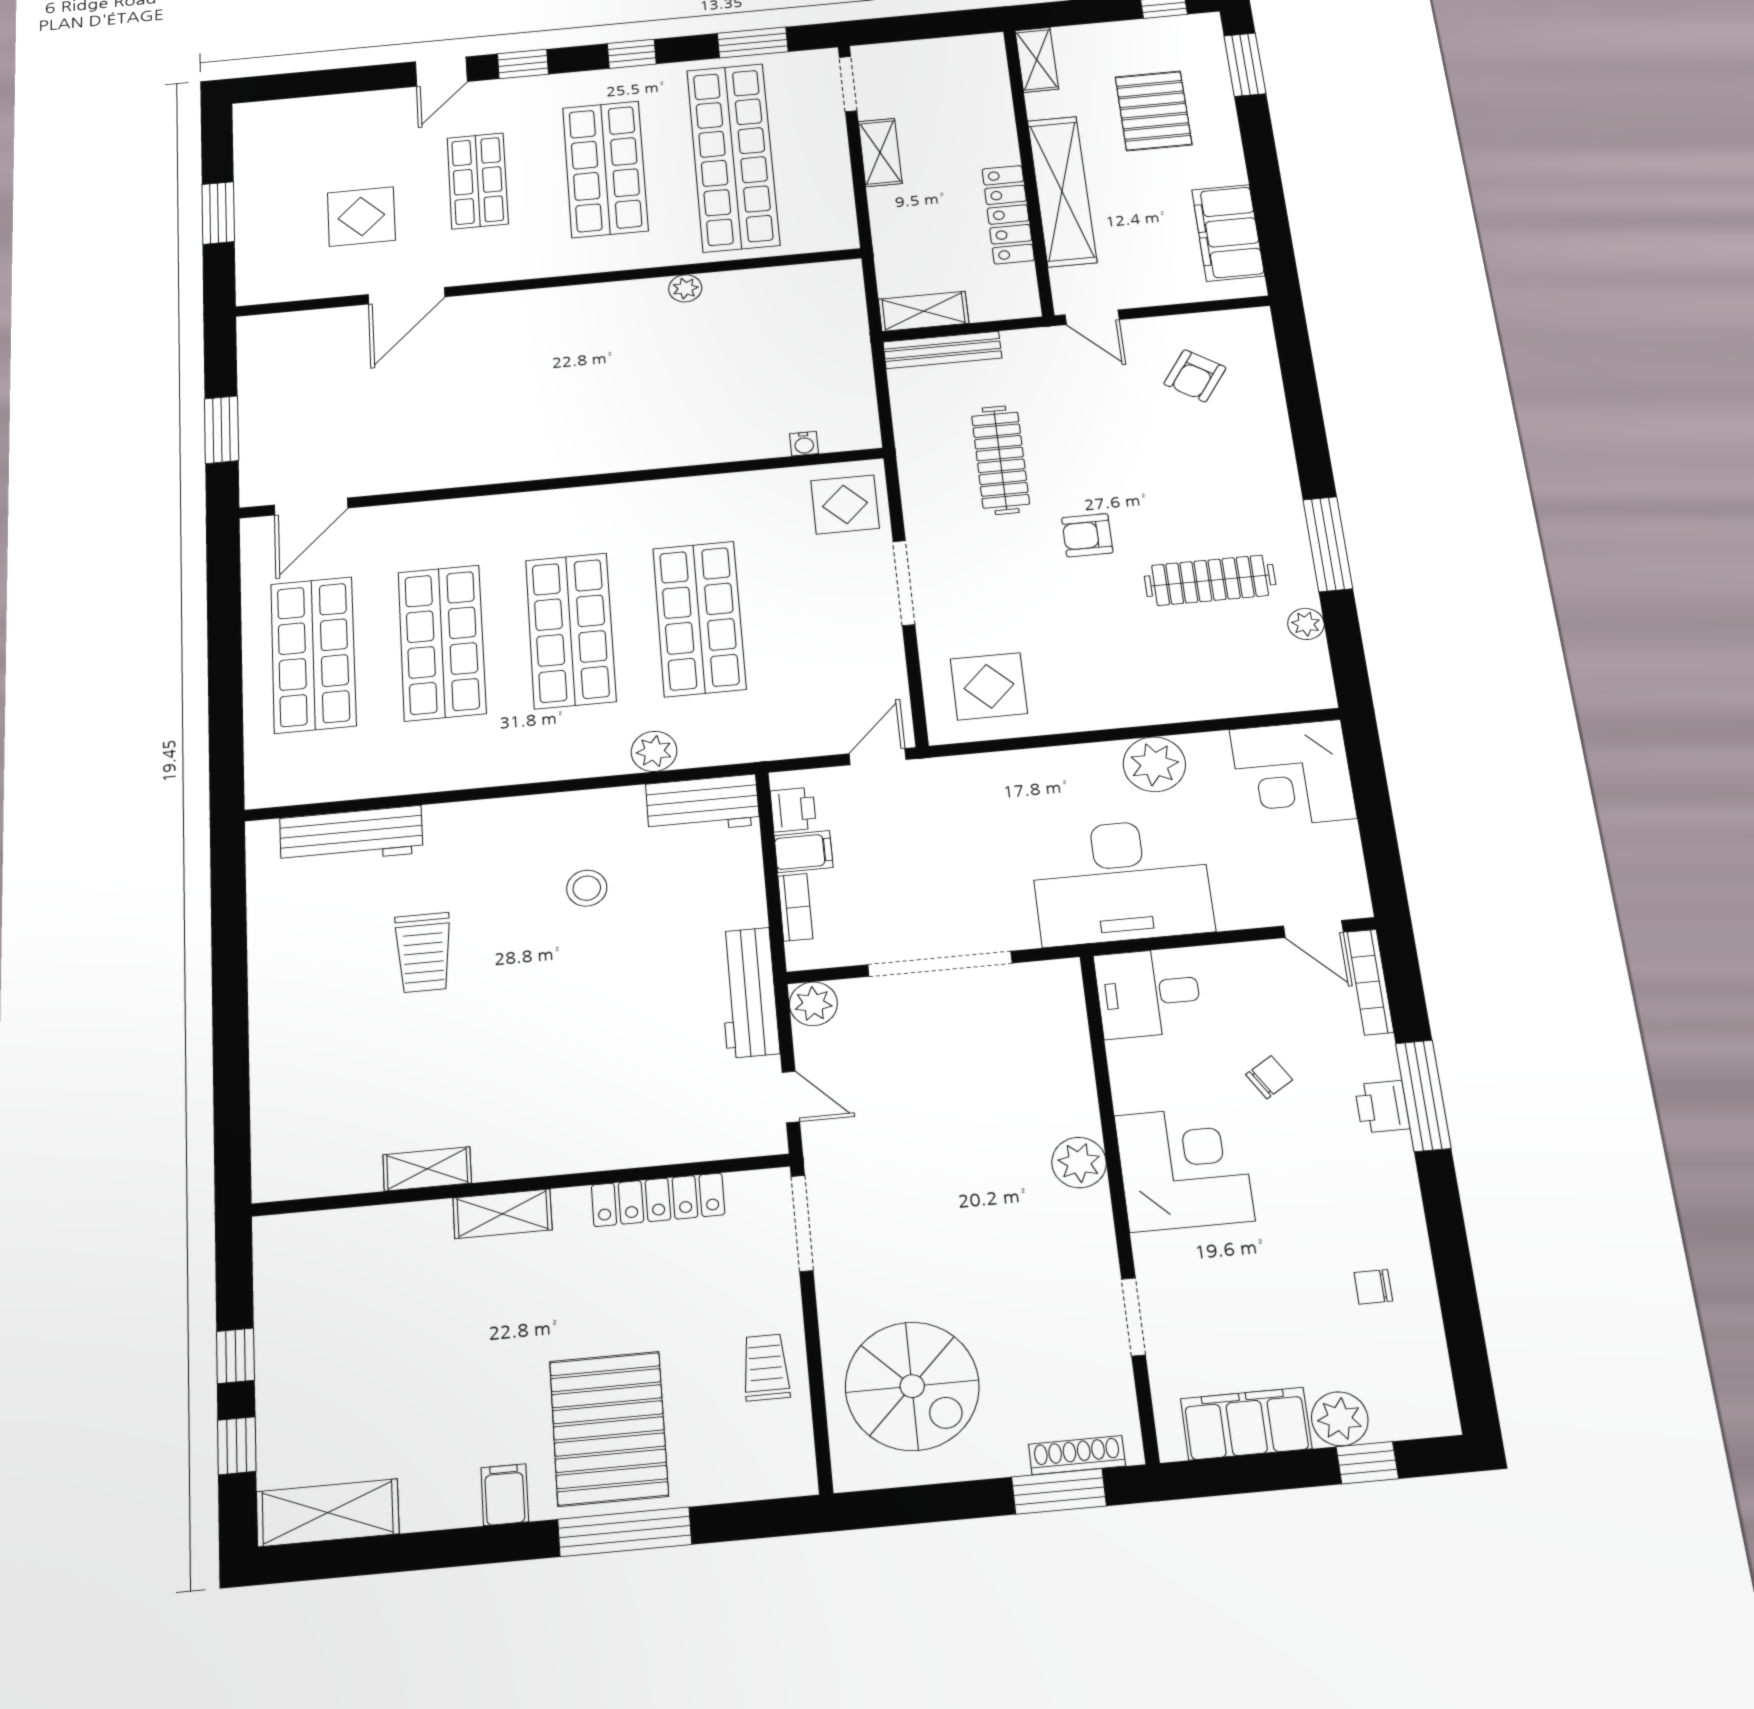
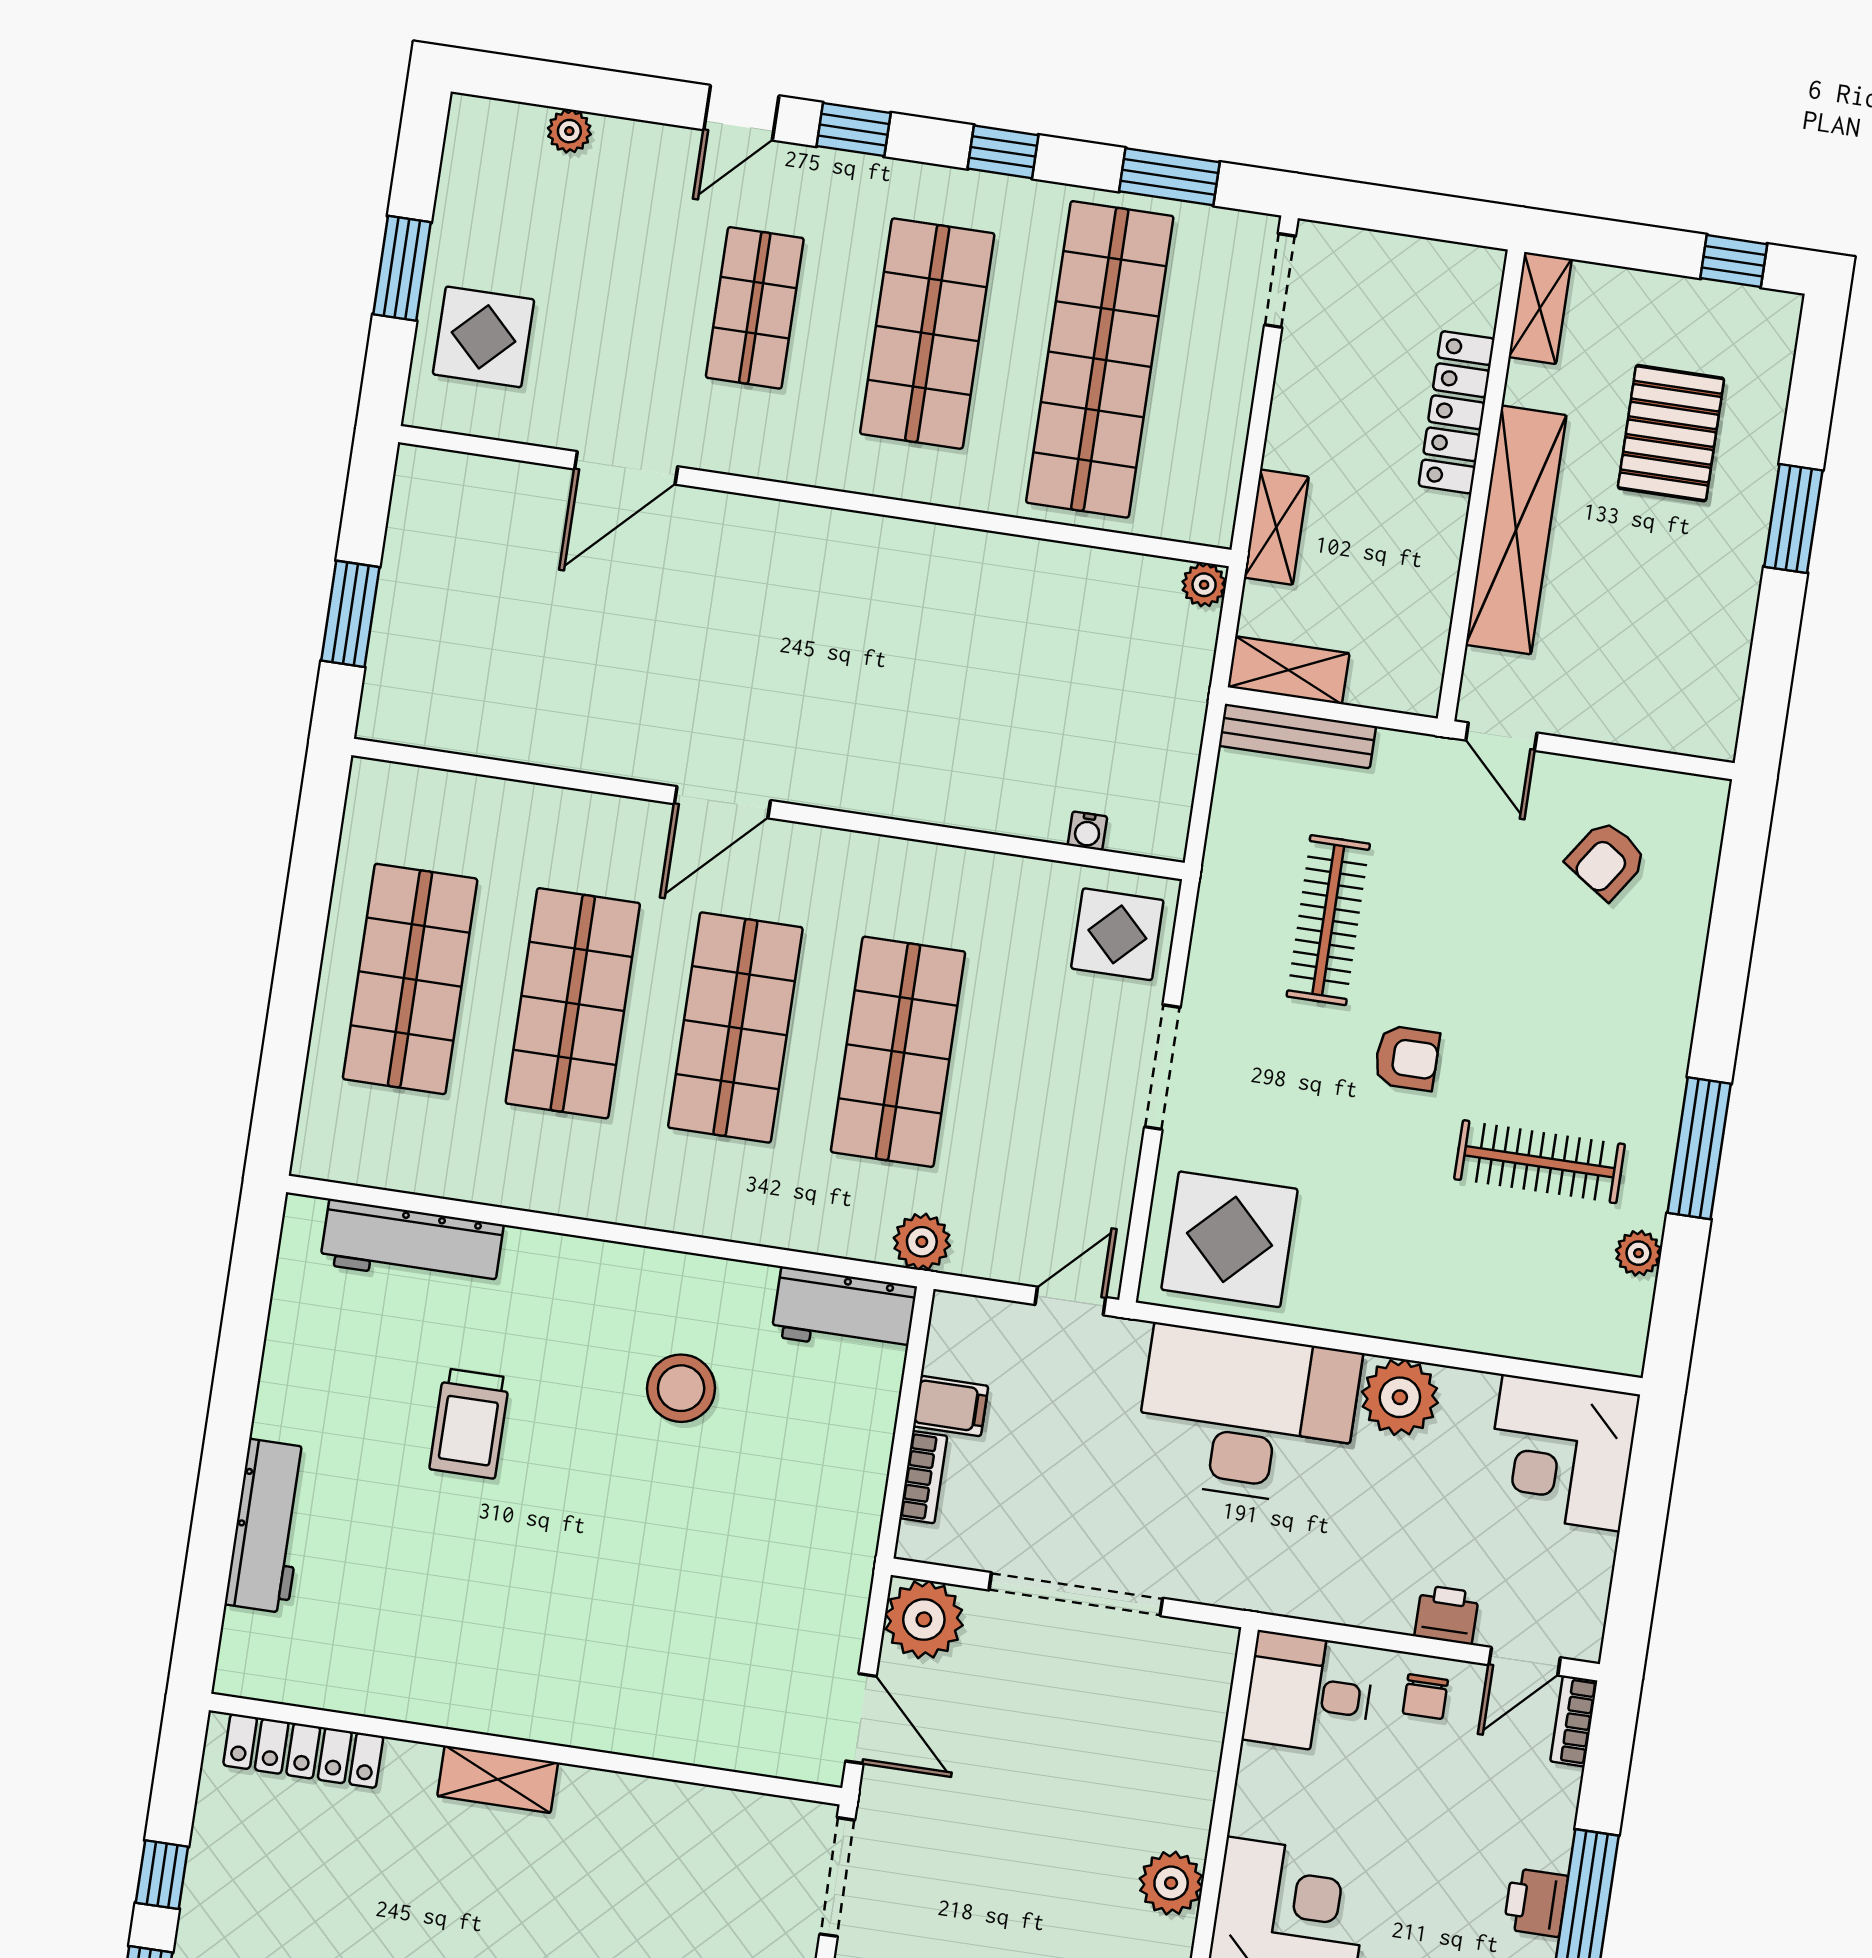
window: (1245, 65) -> (1793, 519), moved
plant: (322, 108) -> (569, 131), added
shelving: (880, 152) -> (1276, 527), moved
locker: (1008, 214) -> (1457, 412), moved
display table: (361, 217) -> (484, 337), moved
filing cabinet: (1228, 233) -> (1712, 653), removed
plant: (685, 288) -> (1204, 585), moved
door: (311, 506) -> (722, 802), moved
armchair: (1087, 535) -> (1407, 1058), turned 180
display table: (989, 686) -> (1229, 1239), width x1.36, depth x1.36
plant: (654, 751) -> (922, 1242), moved
printer: (793, 810) -> (1447, 1615), moved, turned -90
desk: (1121, 881) -> (1247, 1416), moved, turned 180
stool: (587, 888) -> (681, 1388), width x1.38, depth x1.38
door: (1313, 929) -> (1525, 1661), hinge flipped
bookcase: (1370, 982) -> (1574, 1721), width x0.64
workbench: (749, 992) -> (268, 1526), moved, turned 180
plant: (813, 1004) -> (924, 1619), width x1.36, depth x1.36
chair: (1269, 1077) -> (1425, 1697), moved, turned 122
door: (791, 1097) -> (861, 1719), width x1.38
shelving: (427, 1169) -> (422, 1702), removed
locker: (658, 1200) -> (303, 1751), moved

